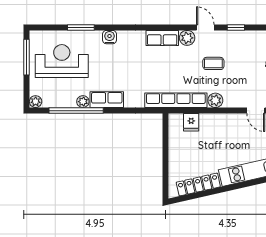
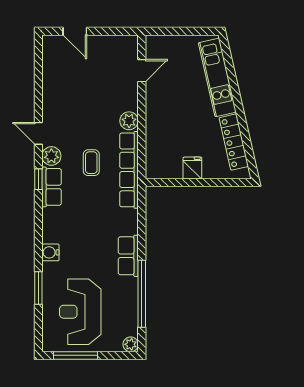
door: (205, 27) -> (38, 133), hinge flipped
window: (236, 27) -> (38, 179), moved
coffee table: (213, 63) -> (91, 163), moved
plant: (83, 102) -> (131, 286), removed
fridge: (191, 122) -> (192, 168), moved, turned -90

